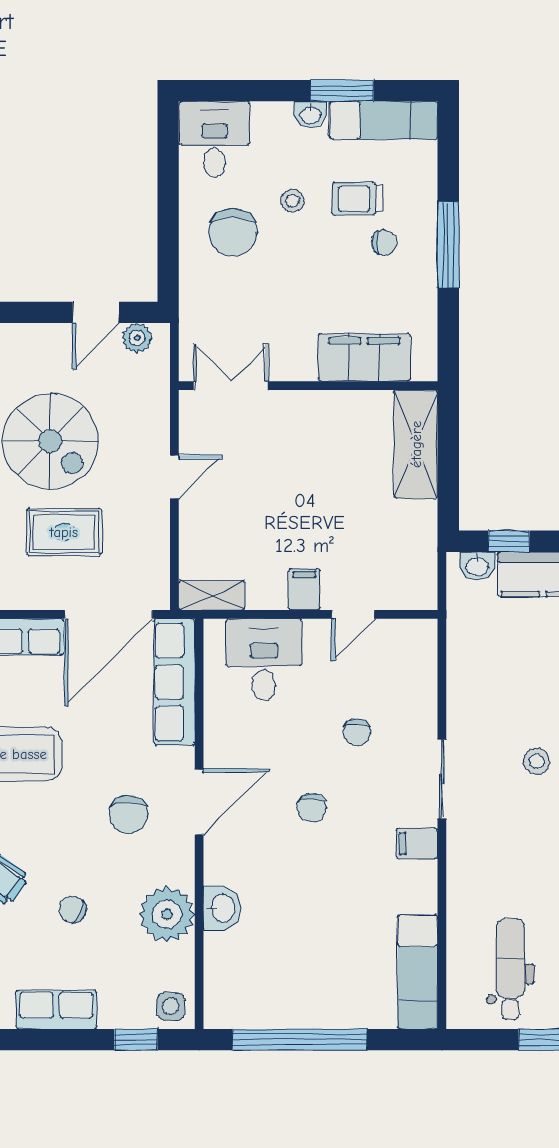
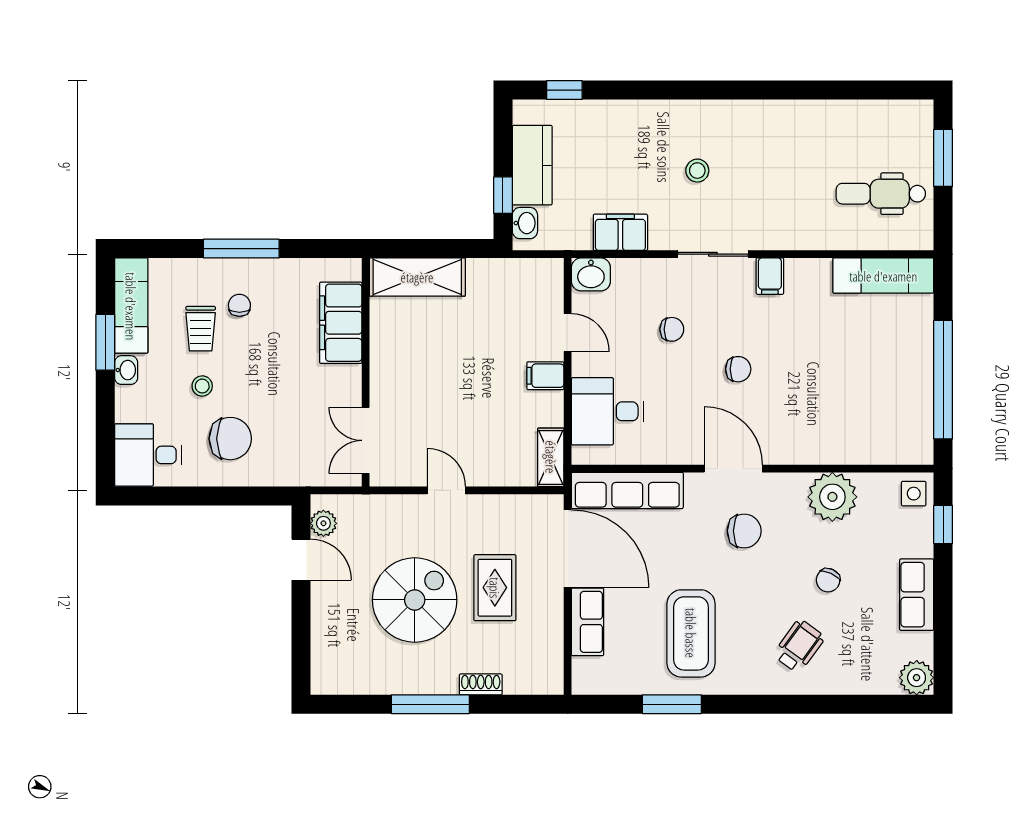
filing cabinet: (467, 674) -> (620, 232), added
washbasin: (222, 908) -> (591, 274), moved, turned 180

